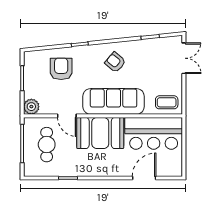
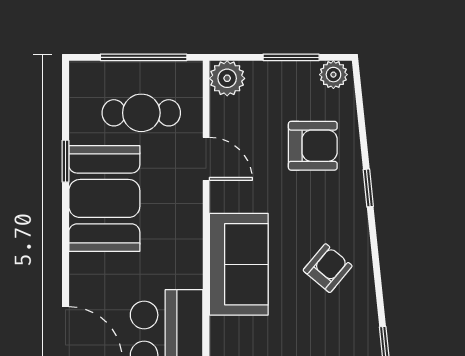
plant: (30, 60) -> (333, 75), added
sofa: (114, 101) -> (239, 264), width x0.73
door: (67, 116) -> (206, 159), swing flipped
booth: (100, 133) -> (104, 198), moved

